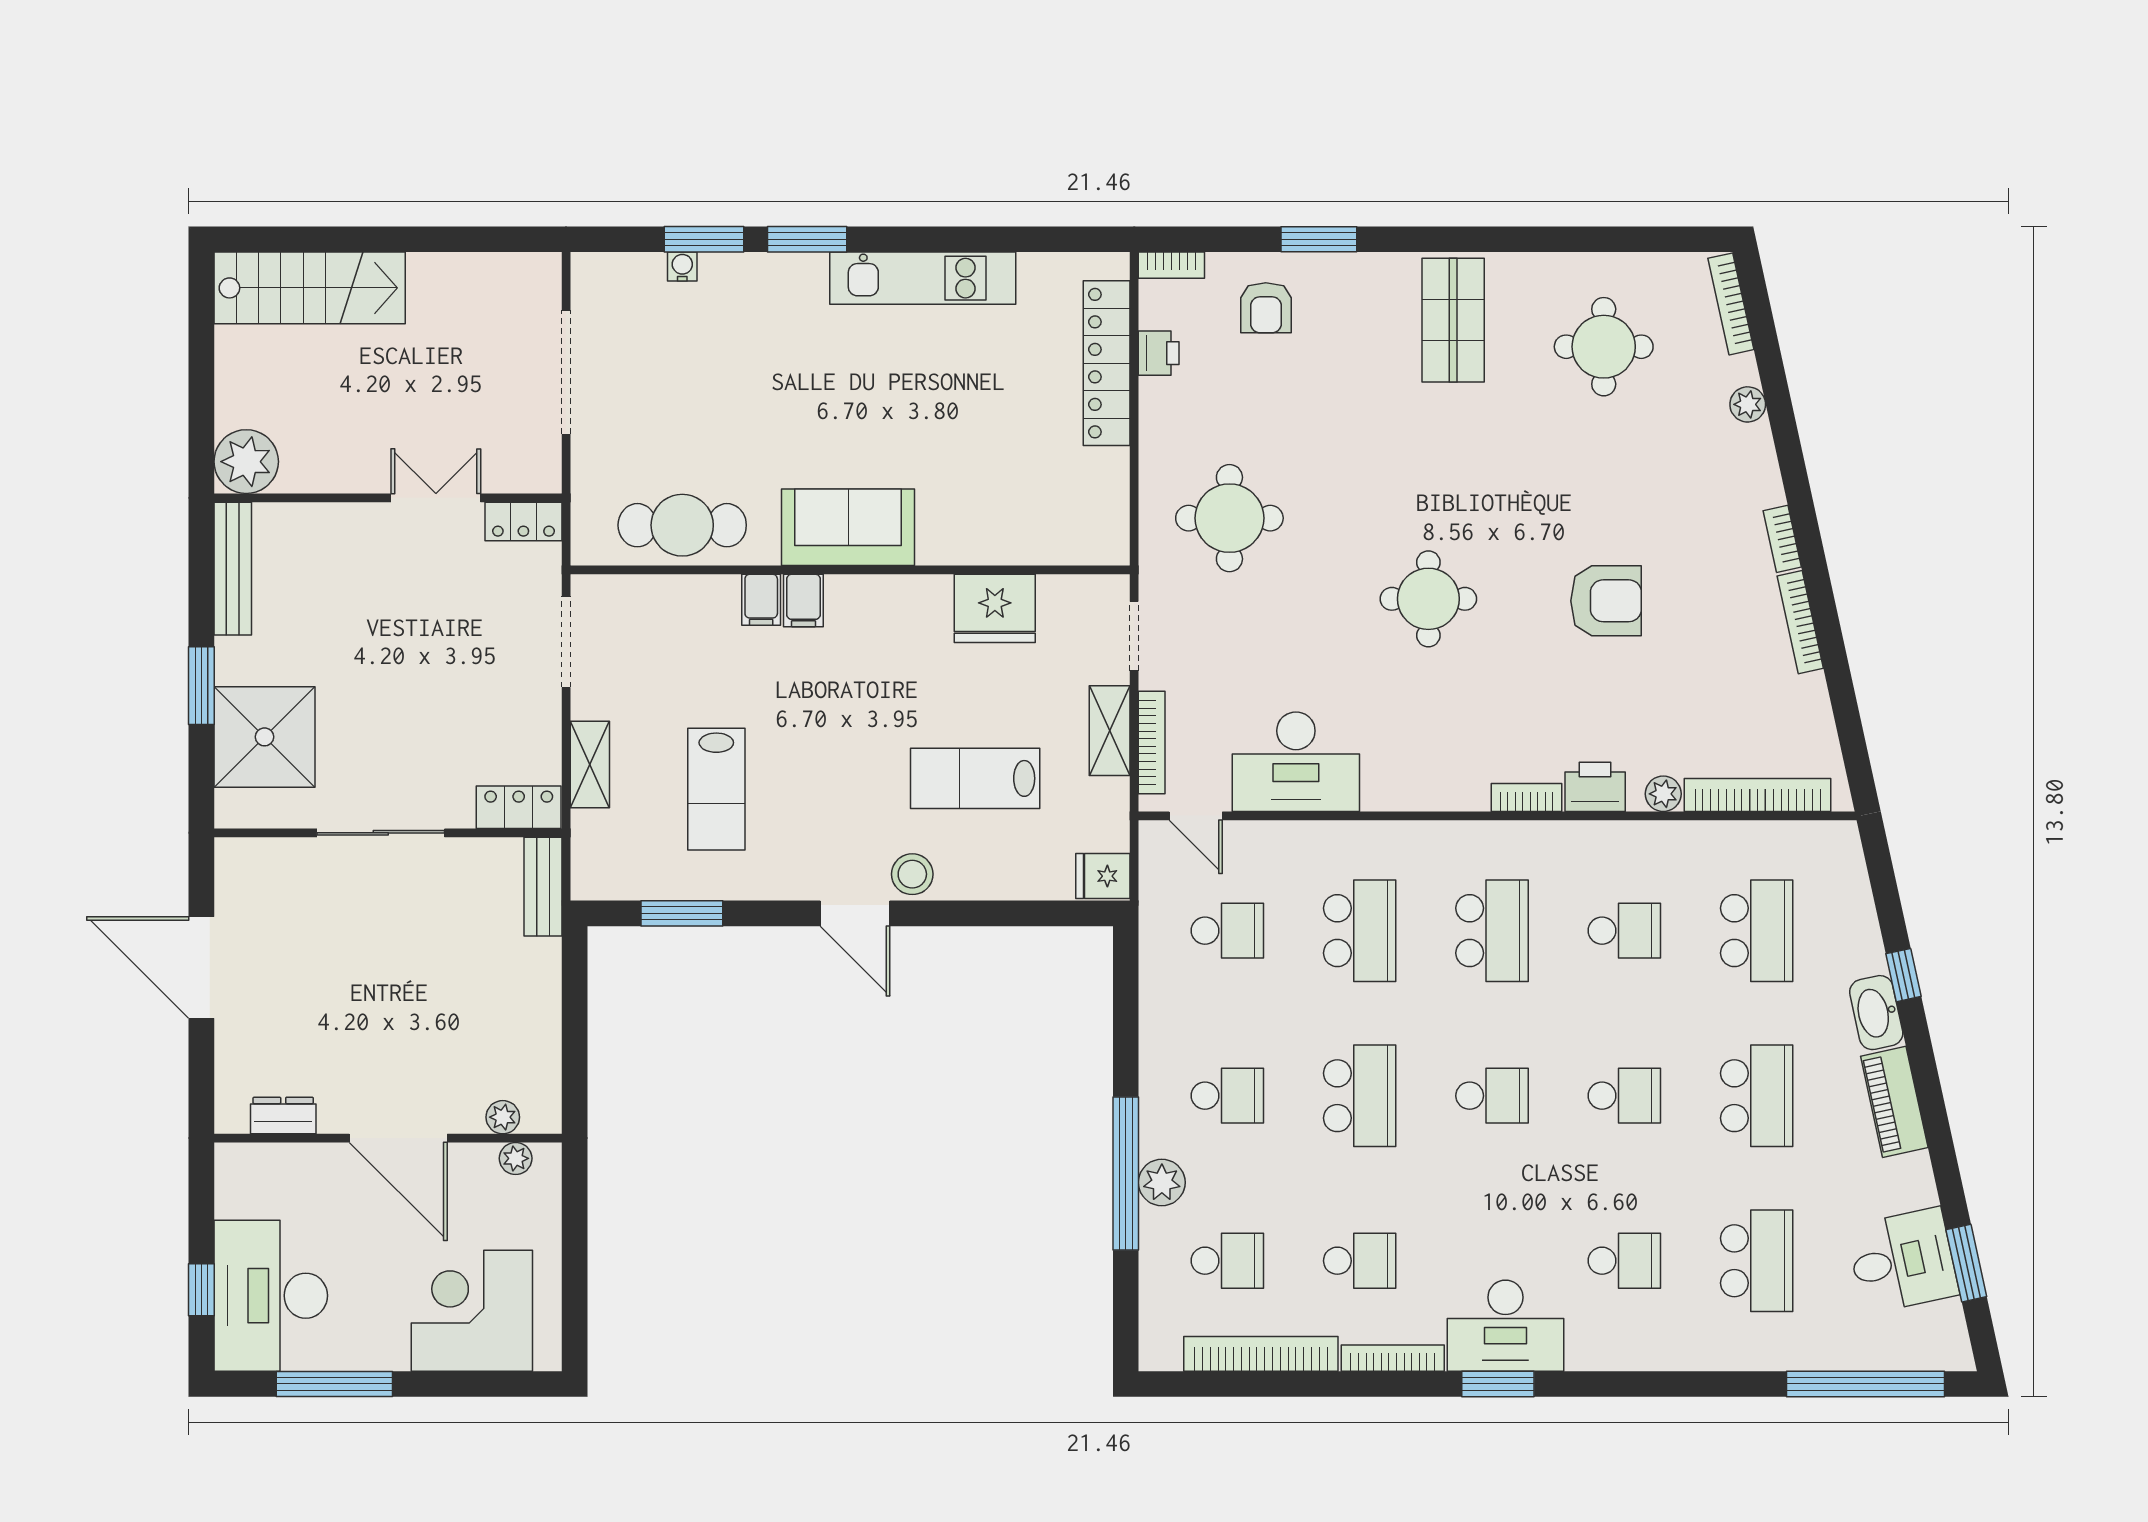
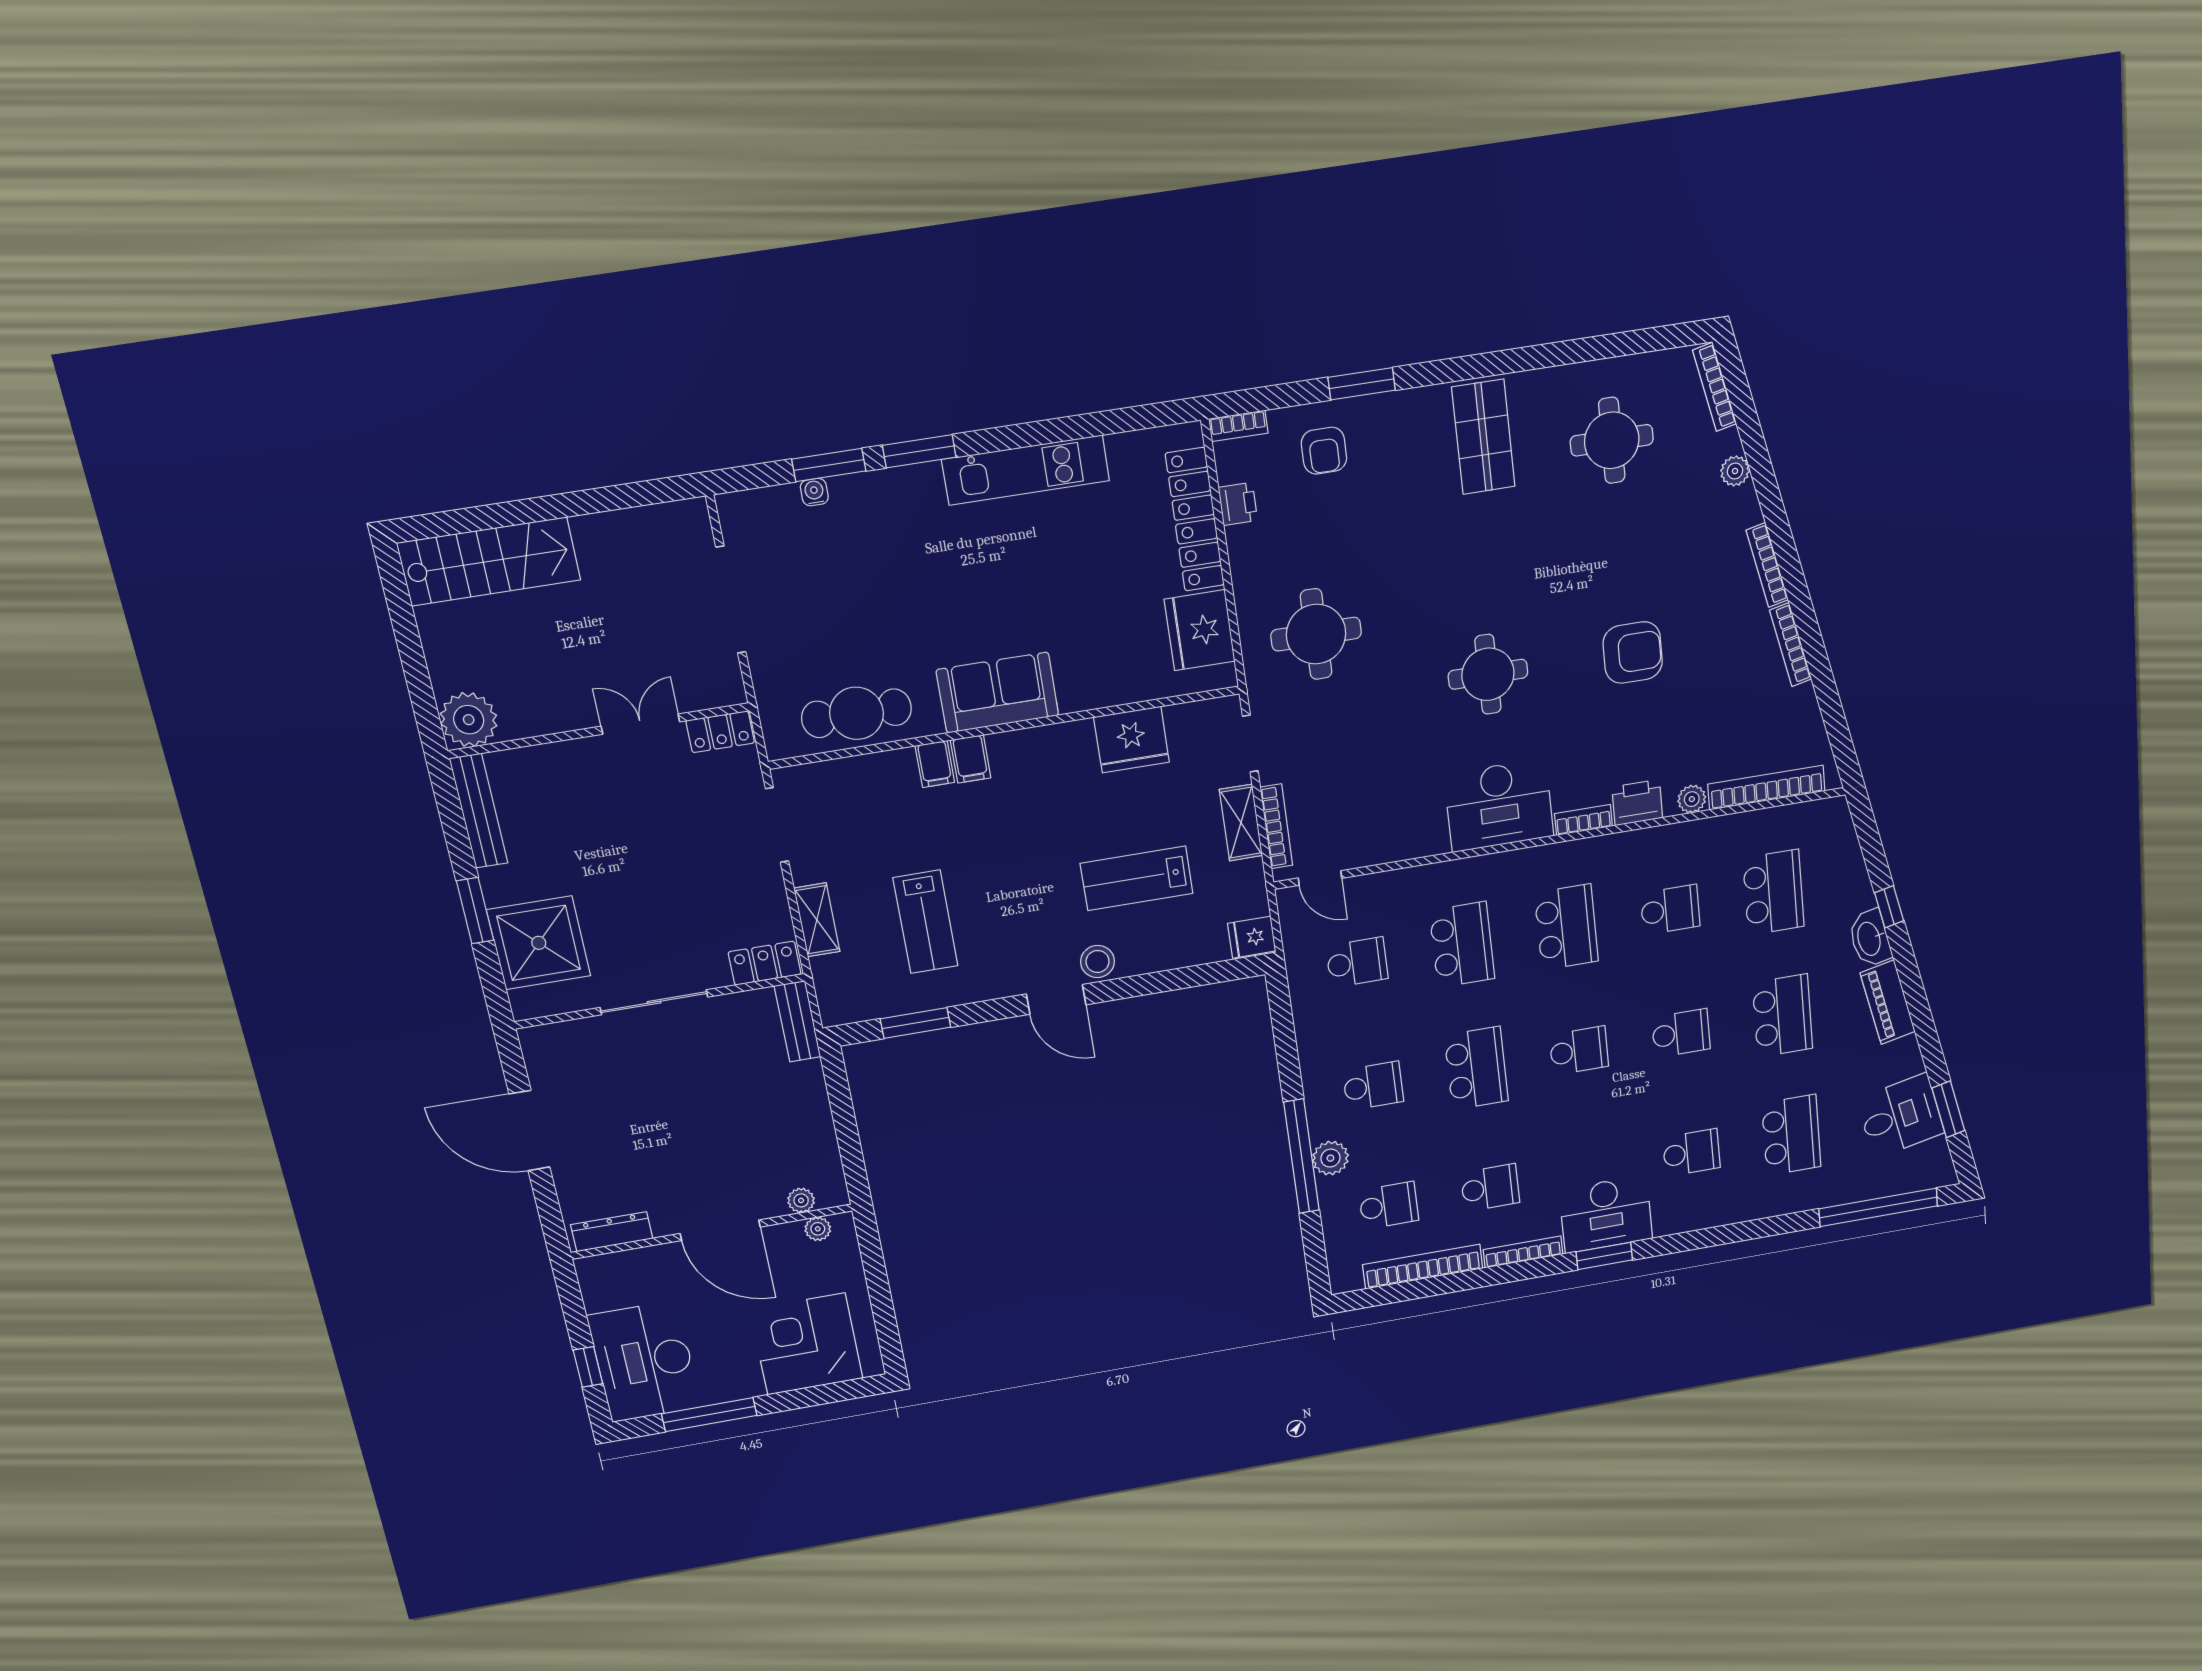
fridge: (1094, 492) -> (1200, 630), added
bookcase: (1782, 539) -> (1767, 565), width x1.56
desk: (1296, 762) -> (1499, 805), moved
dresser: (283, 1115) -> (612, 1232), width x1.44

